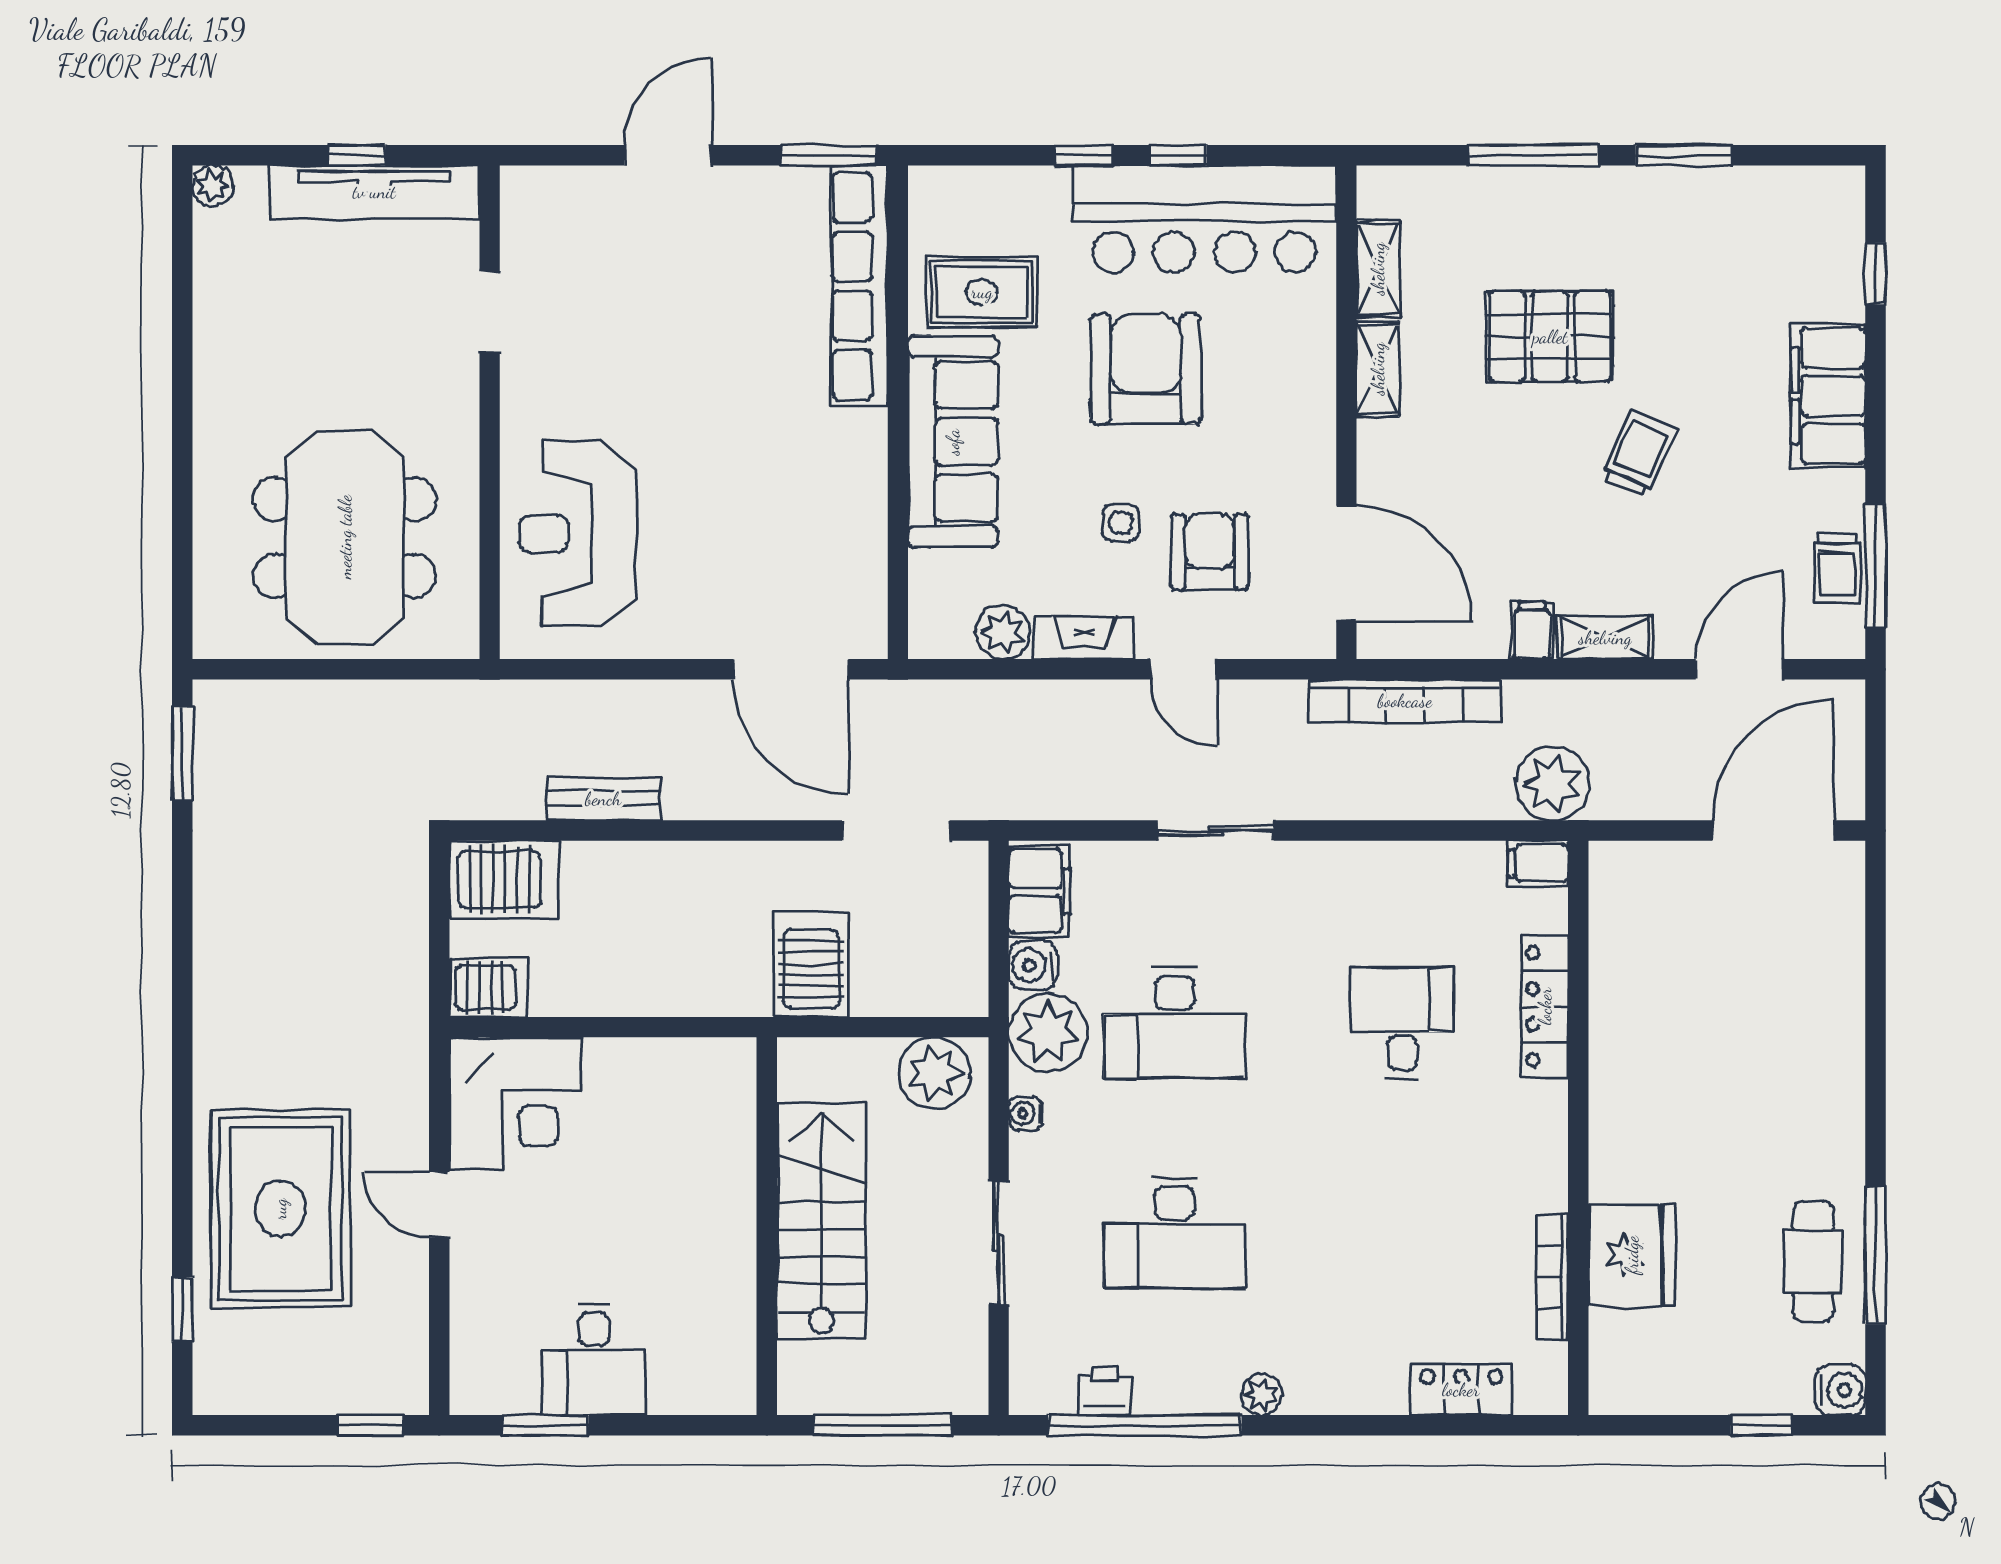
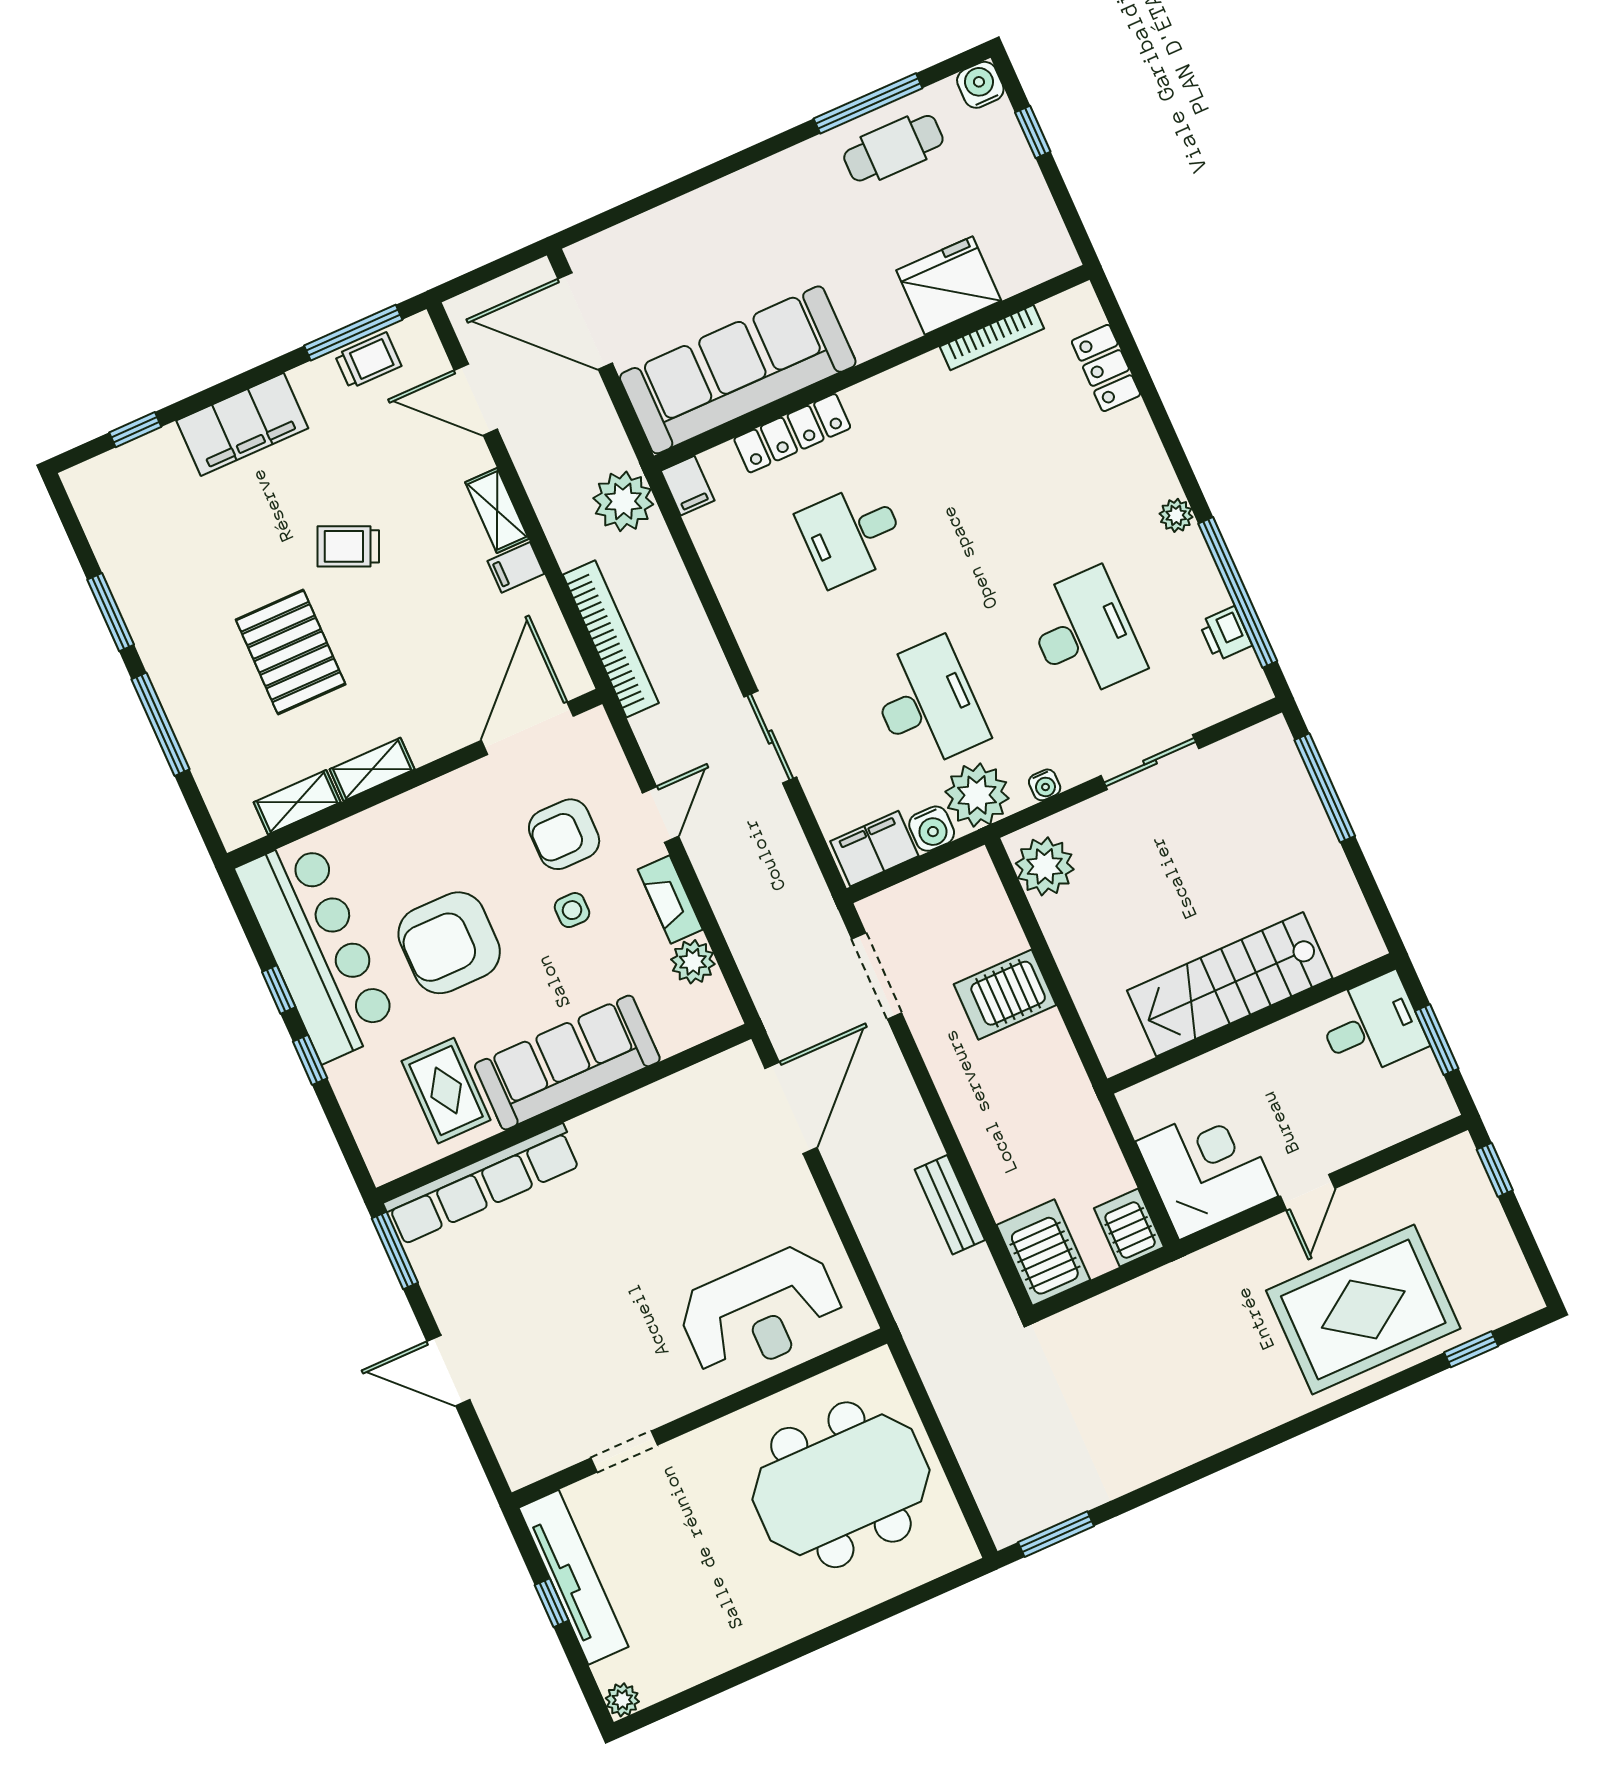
sofa: (1642, 977) -> (738, 370), added
stairs: (821, 1221) -> (1230, 984), moved
wall: (767, 1226) -> (1252, 1023), moved

